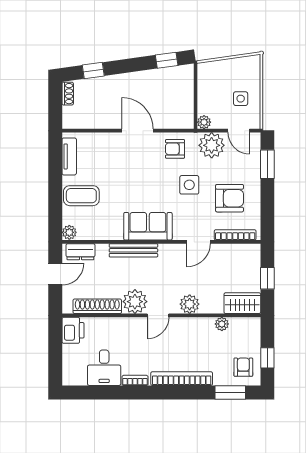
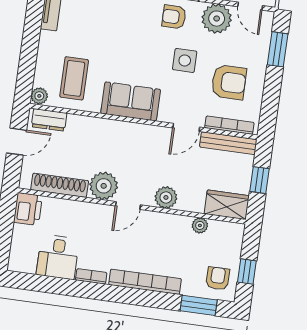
coffee table: (81, 196) -> (74, 78), moved, turned 90
bench: (133, 250) -> (228, 143), moved

